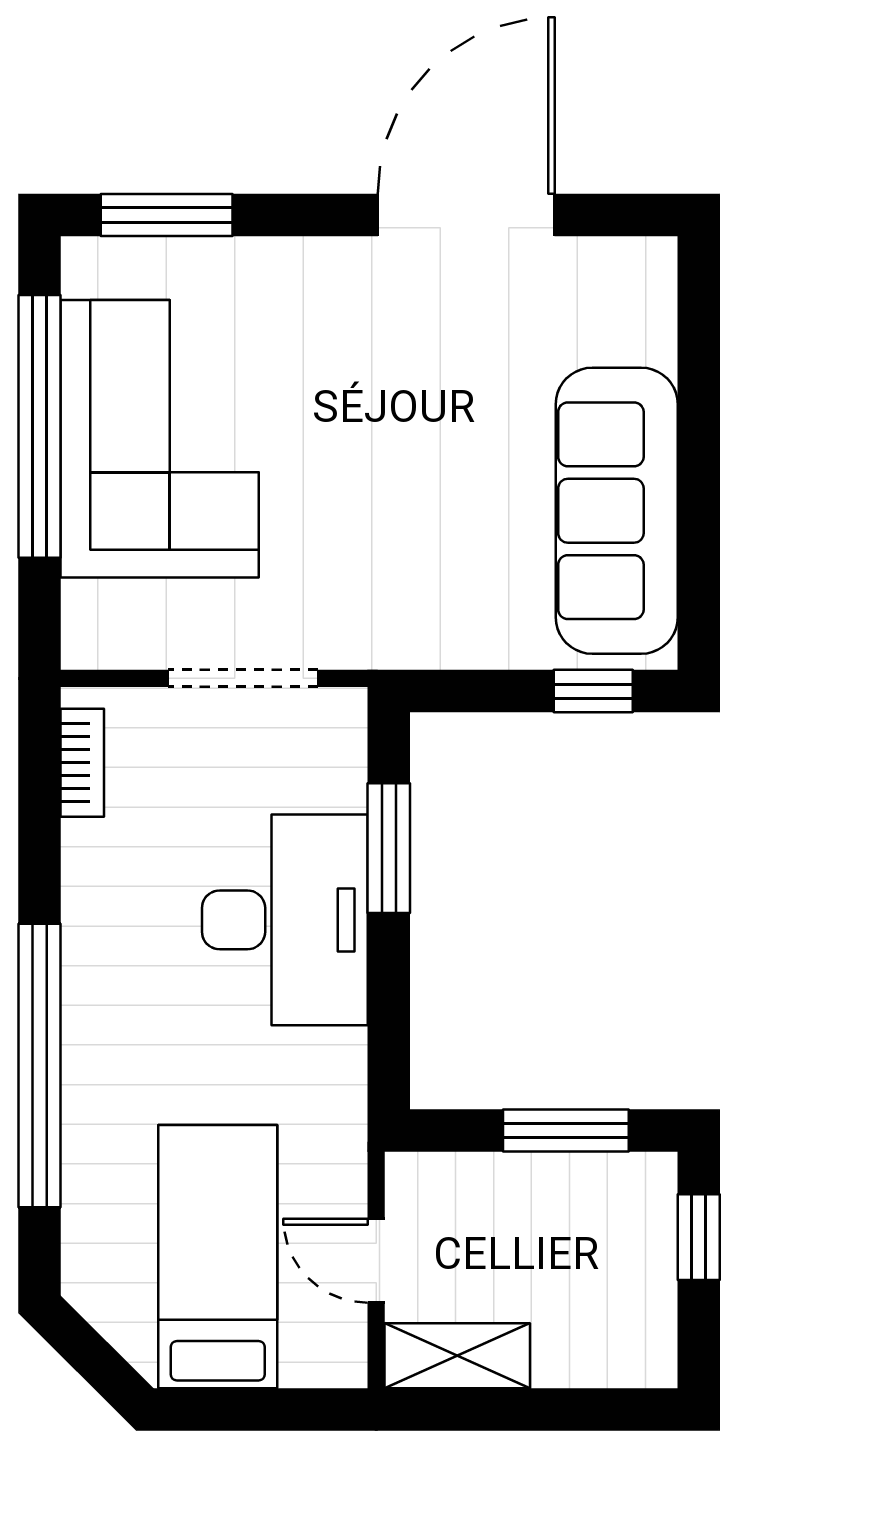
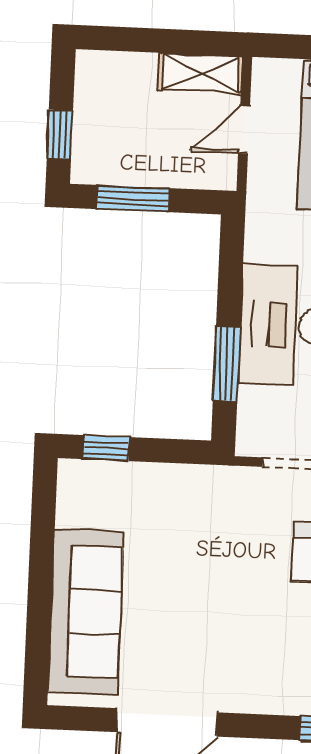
sofa: (617, 511) -> (86, 611), moved
door: (376, 1261) -> (244, 129), swing flipped

